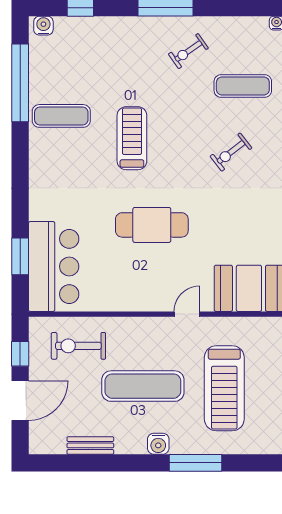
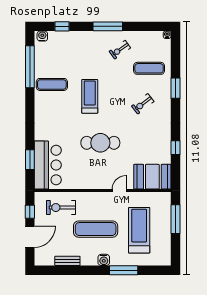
treadmill: (224, 388) -> (139, 230), turned 180

